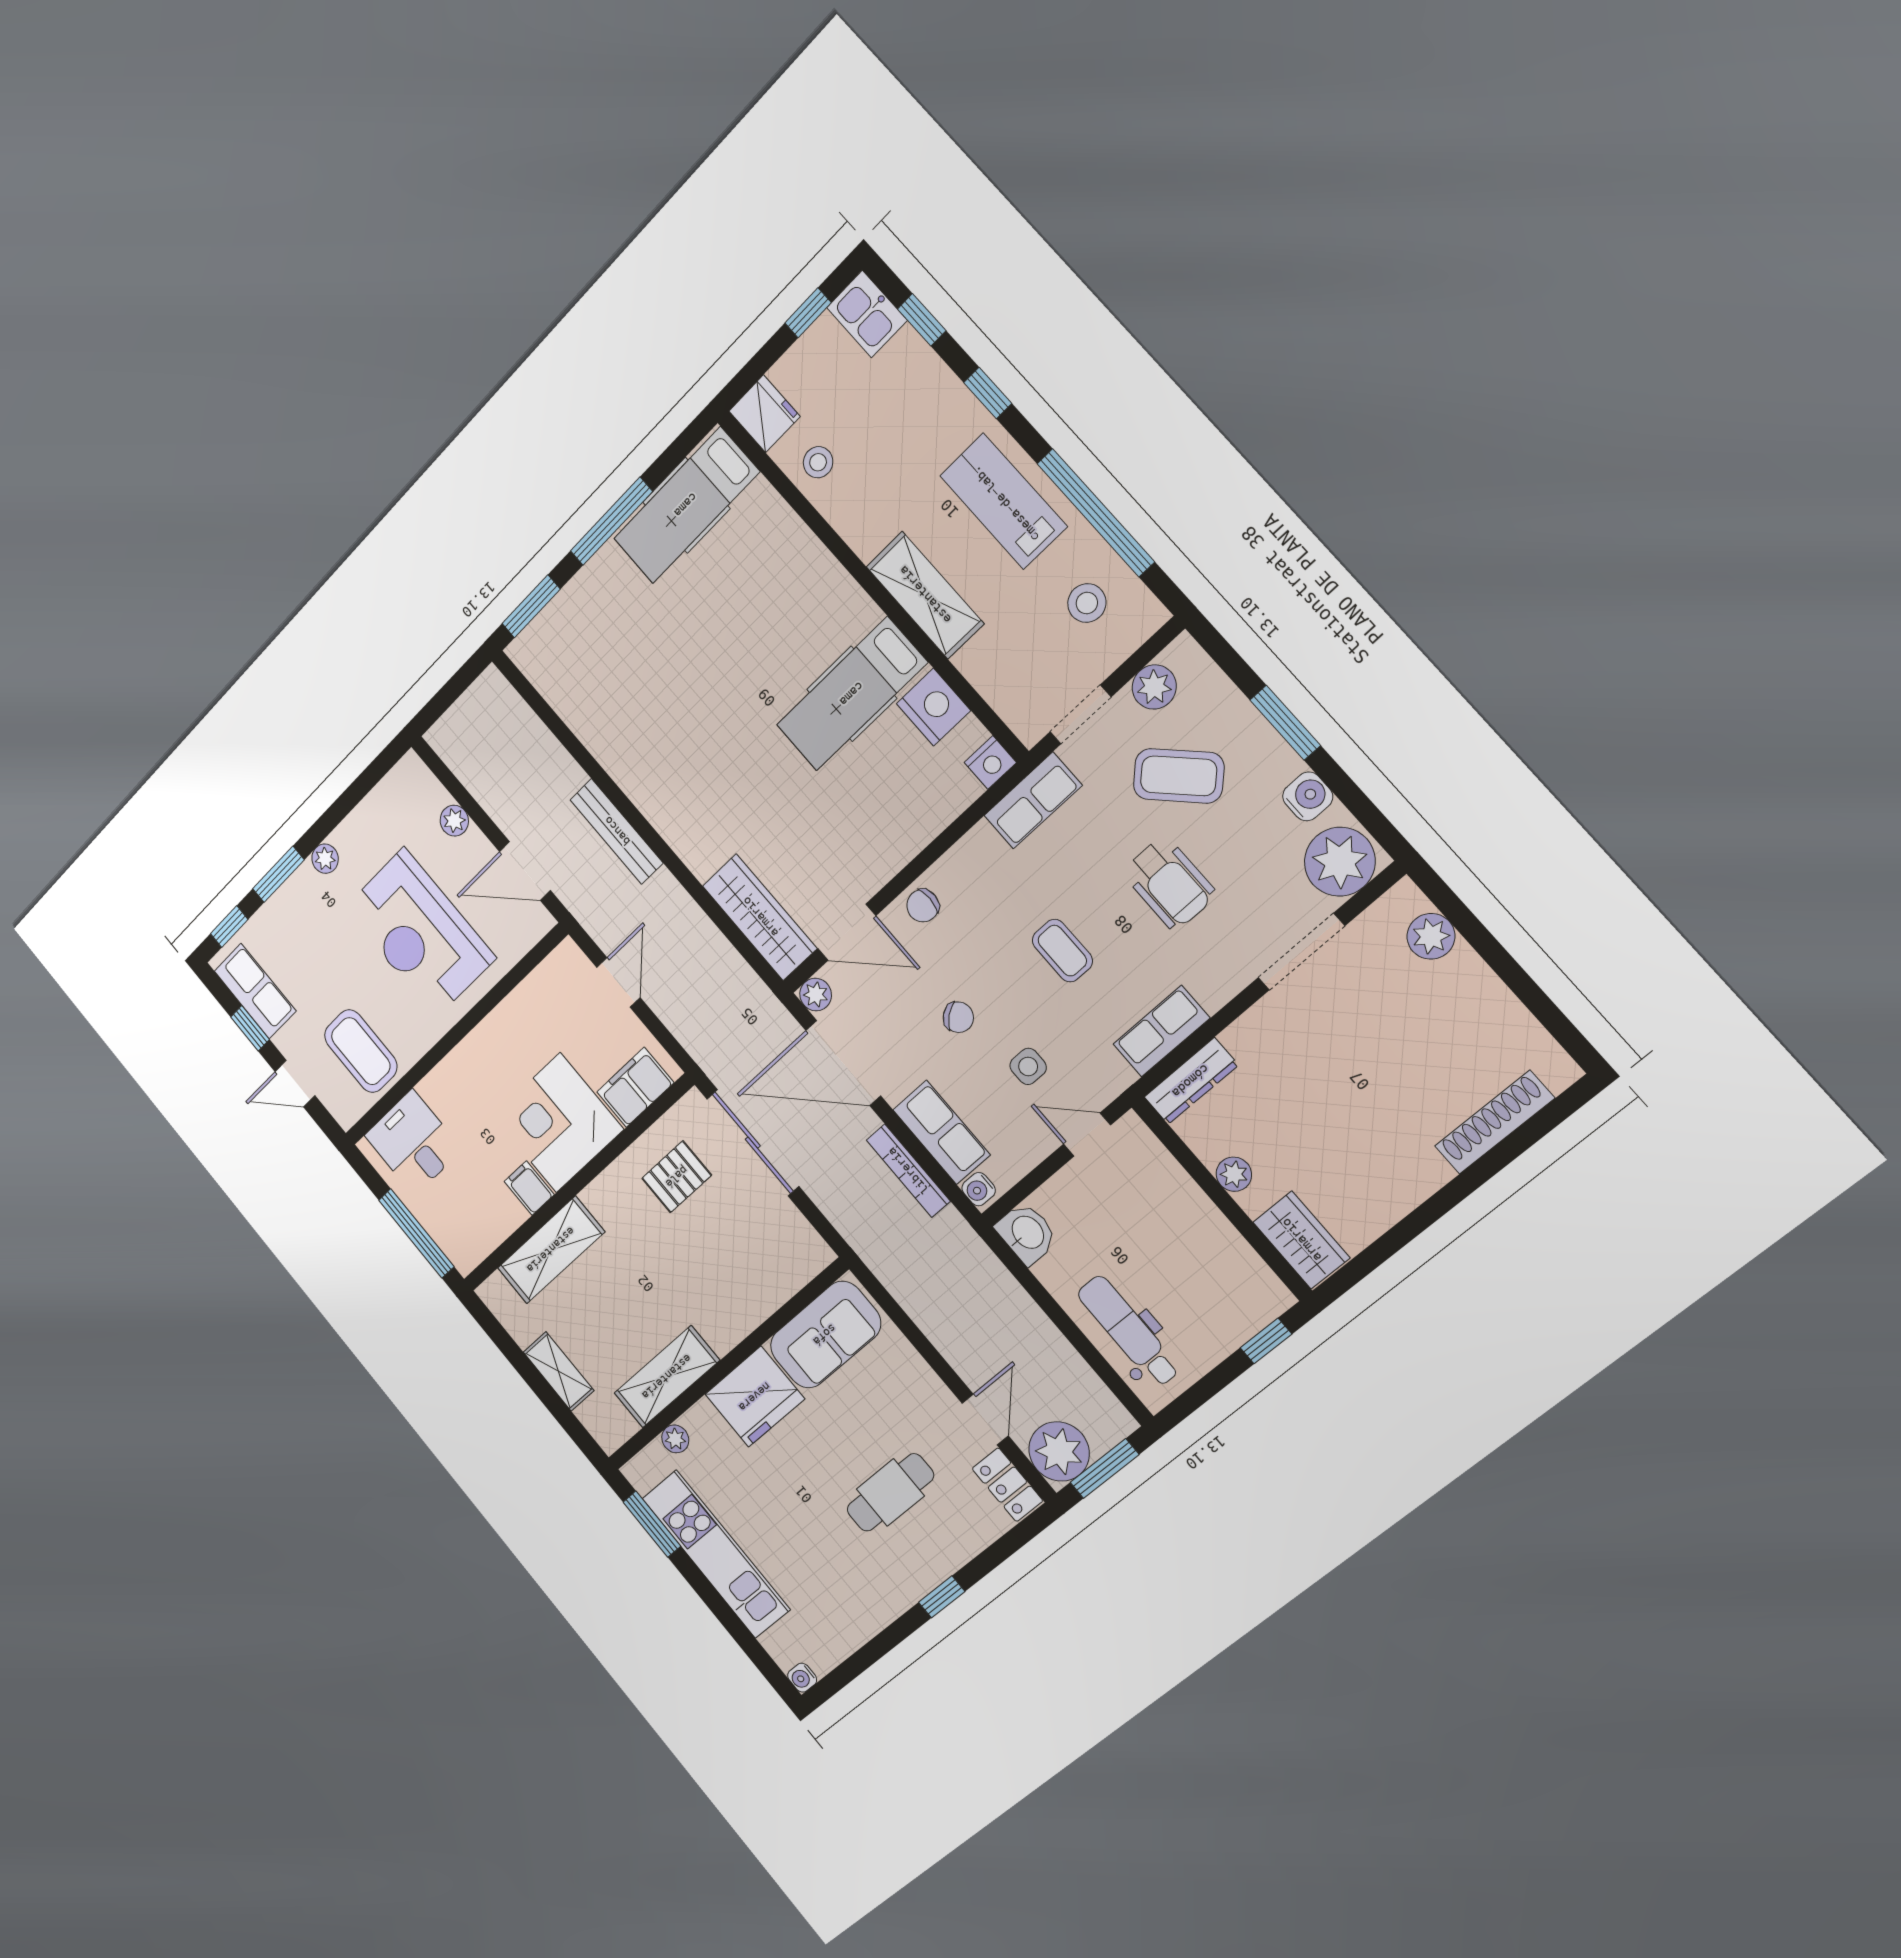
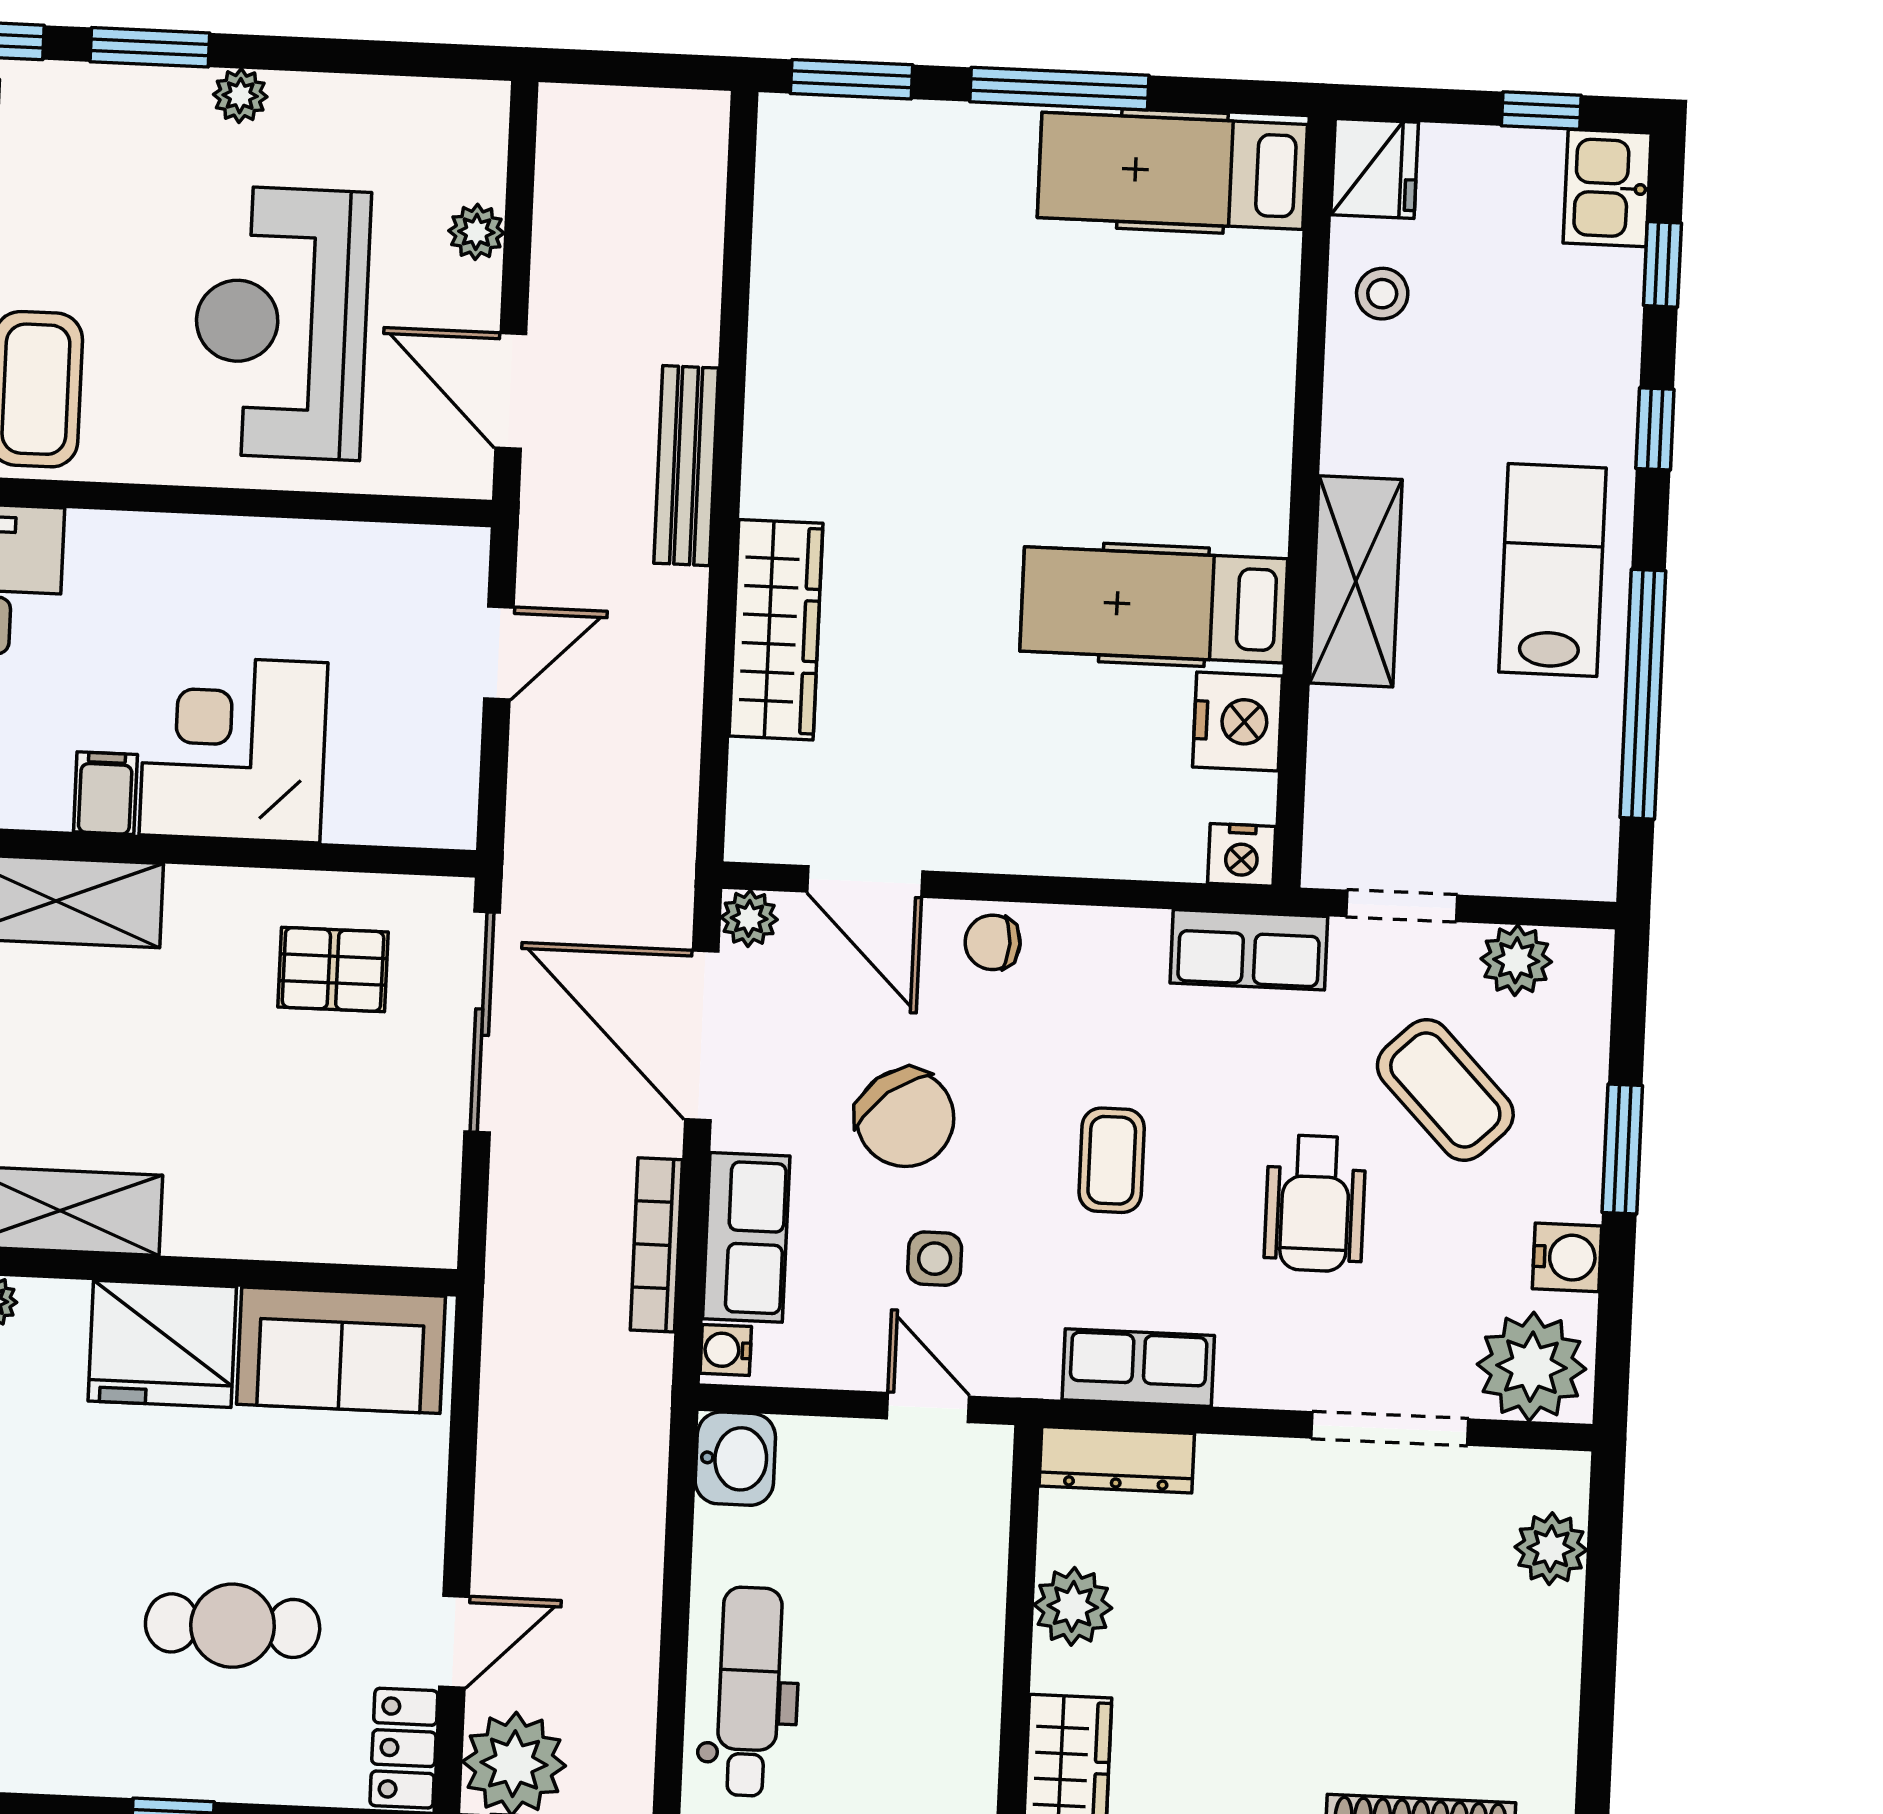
stool: (1087, 603) -> (1533, 786), removed
wardrobe: (760, 917) -> (776, 630), moved
chair: (958, 1017) -> (905, 1118), width x1.87, depth x1.87
filing cabinet: (635, 1087) -> (389, 805), removed
plant: (1234, 1174) -> (1073, 1606), width x1.38, depth x1.38

